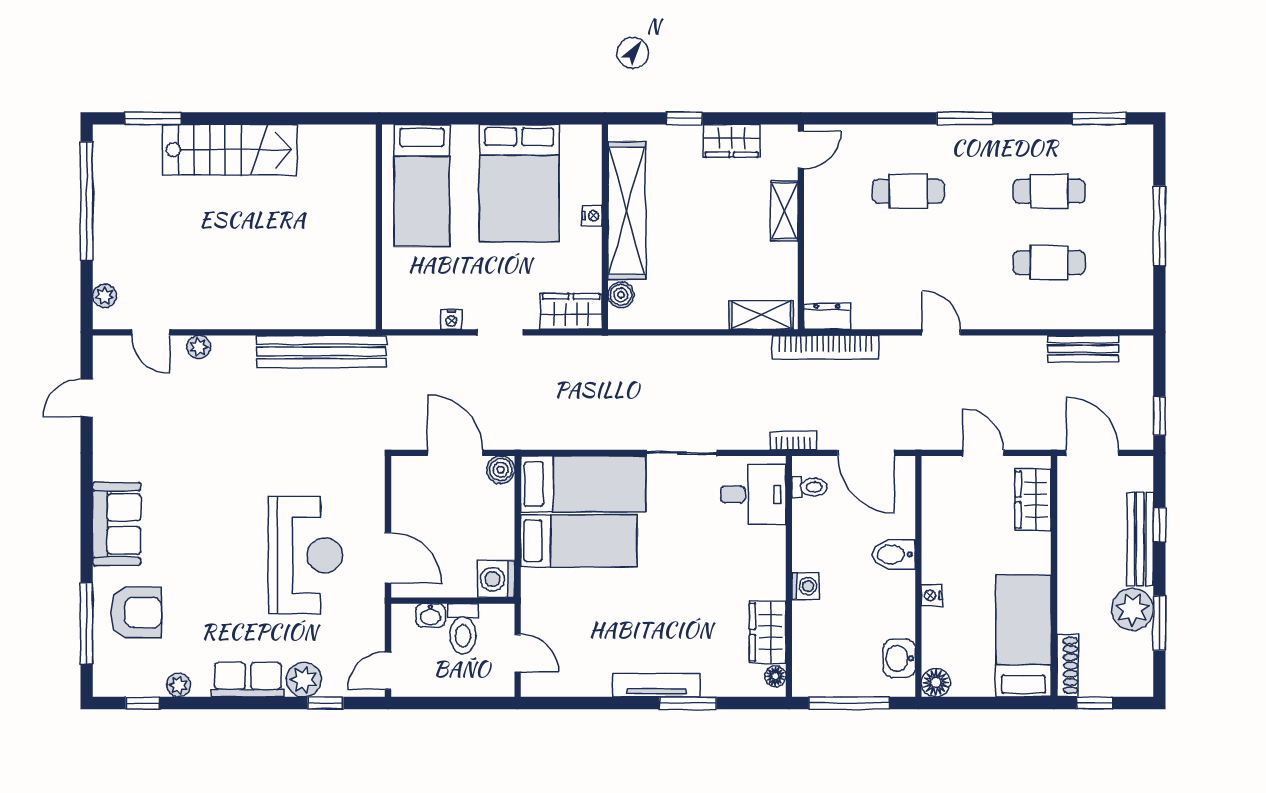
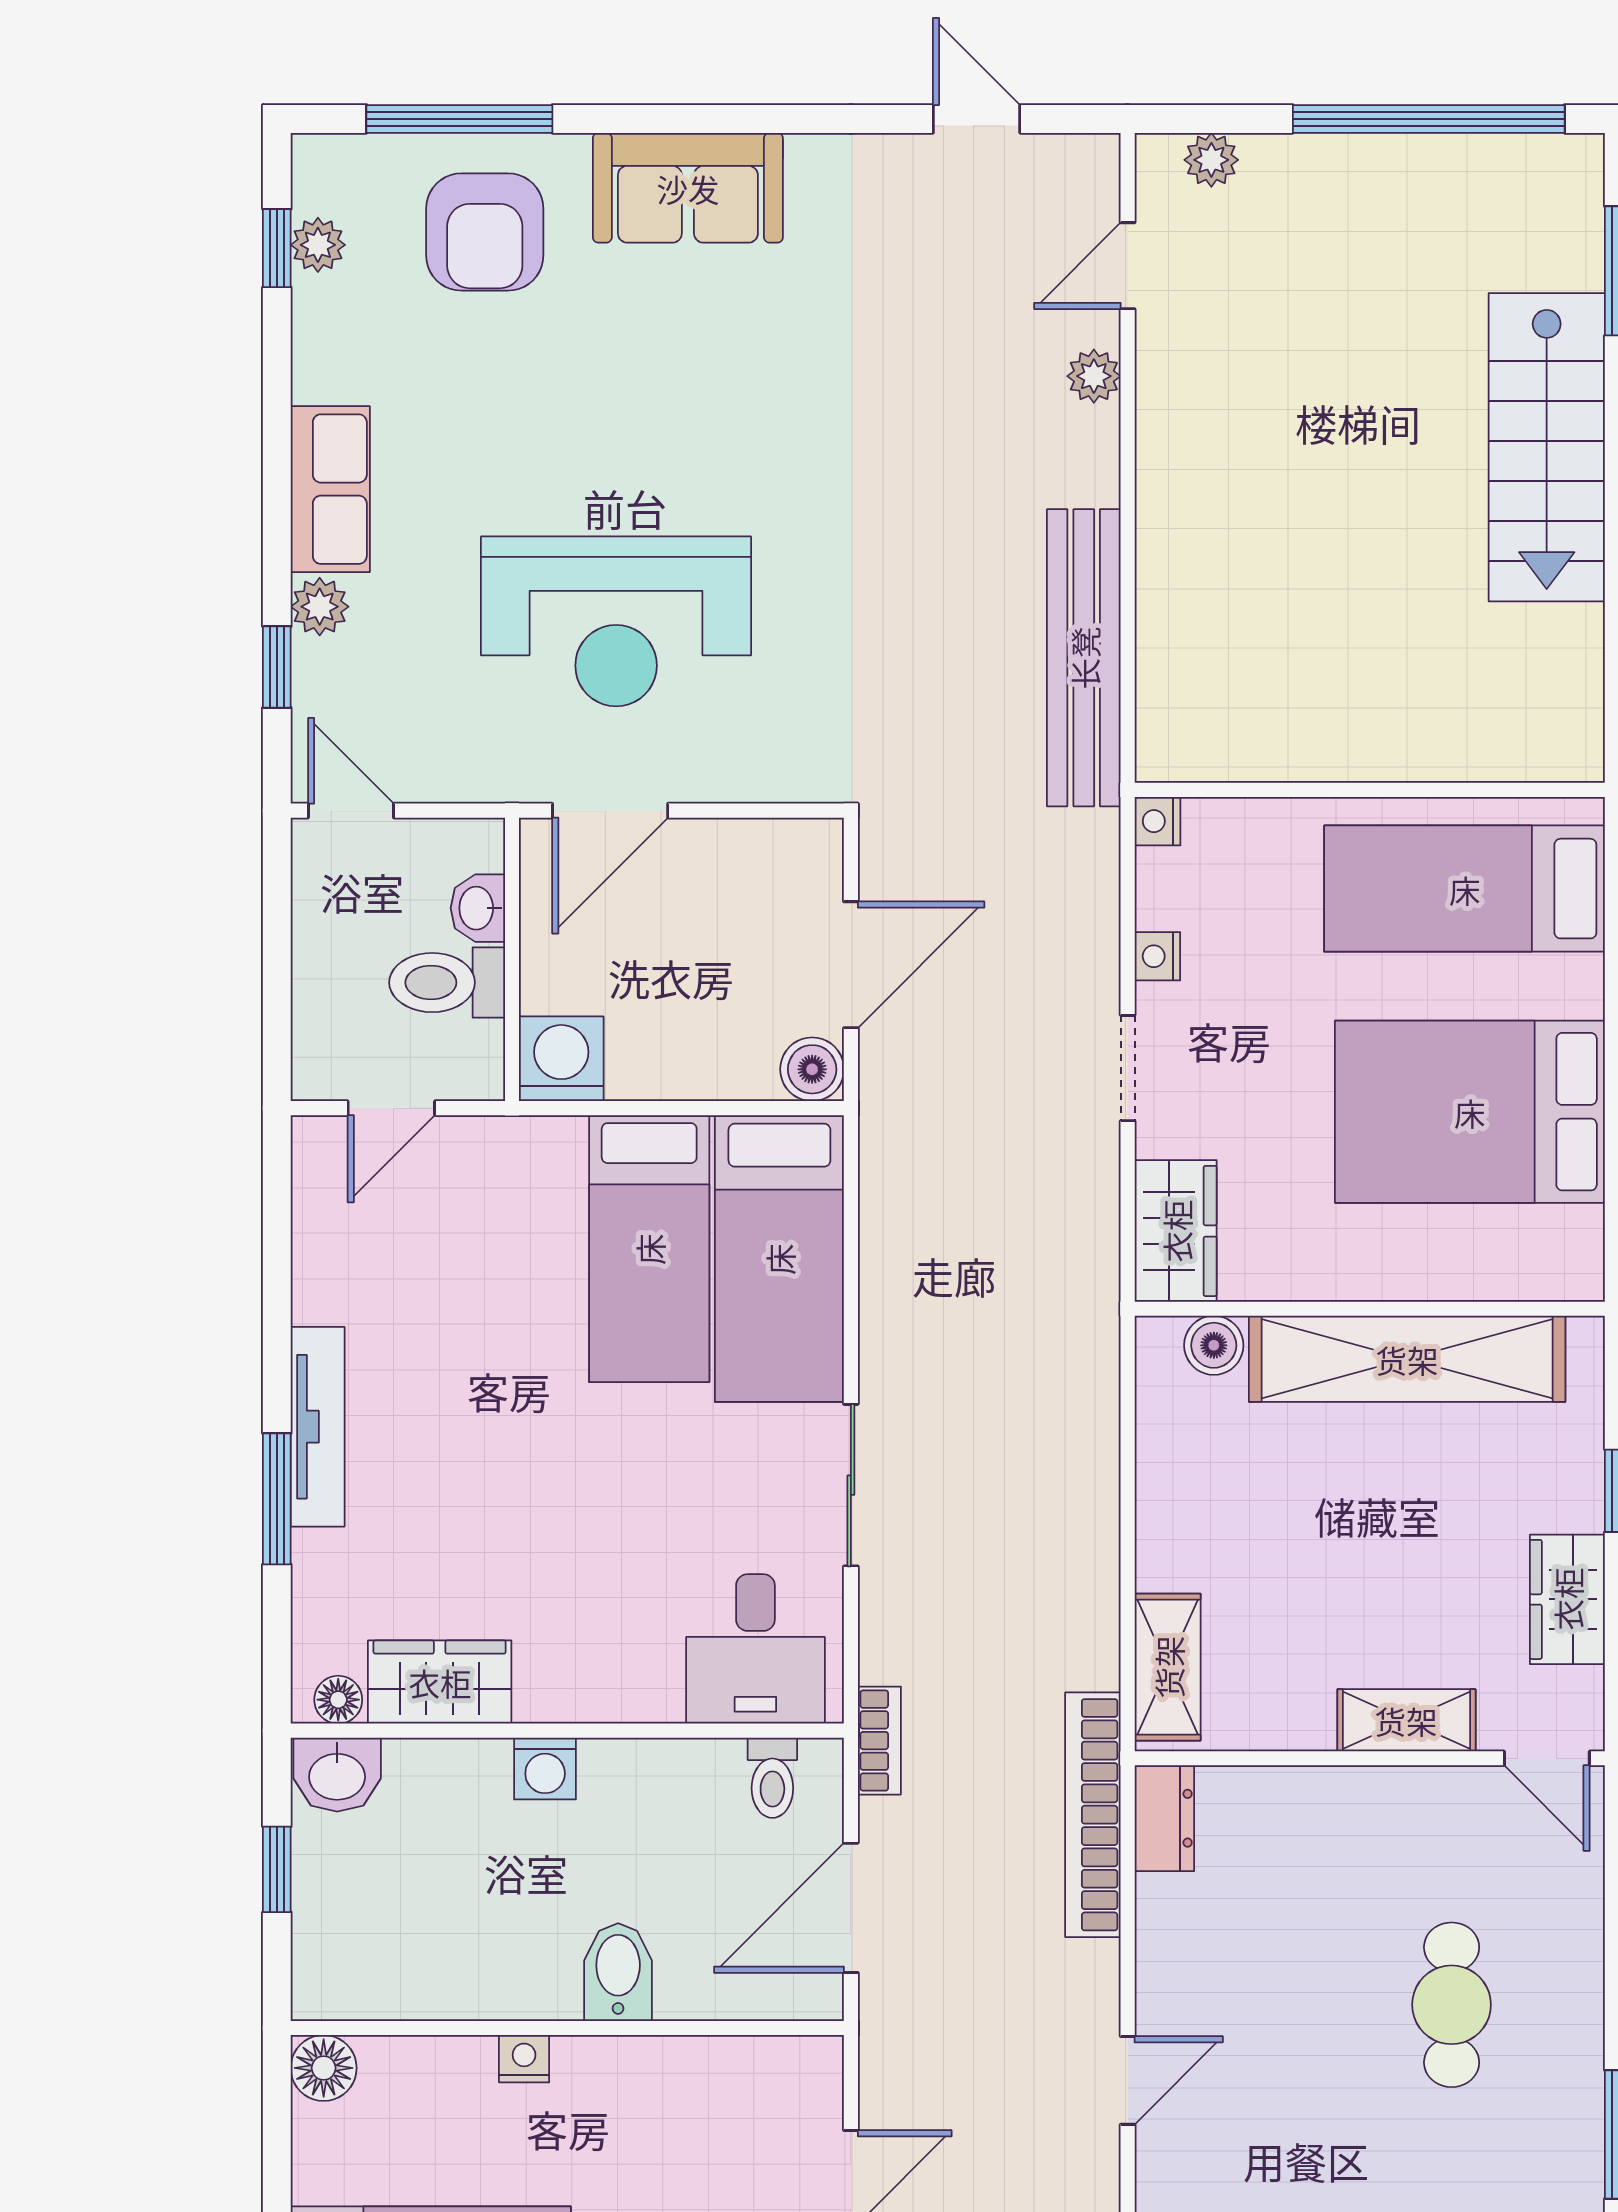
nightstand: (592, 216) -> (1157, 821), moved, turned 90
washbasin: (899, 658) -> (337, 1775), moved, turned 180
plant: (304, 680) -> (320, 607), width x0.73, depth x0.73
plant: (179, 685) -> (318, 245), moved
window: (849, 703) -> (277, 1869), width x0.46

